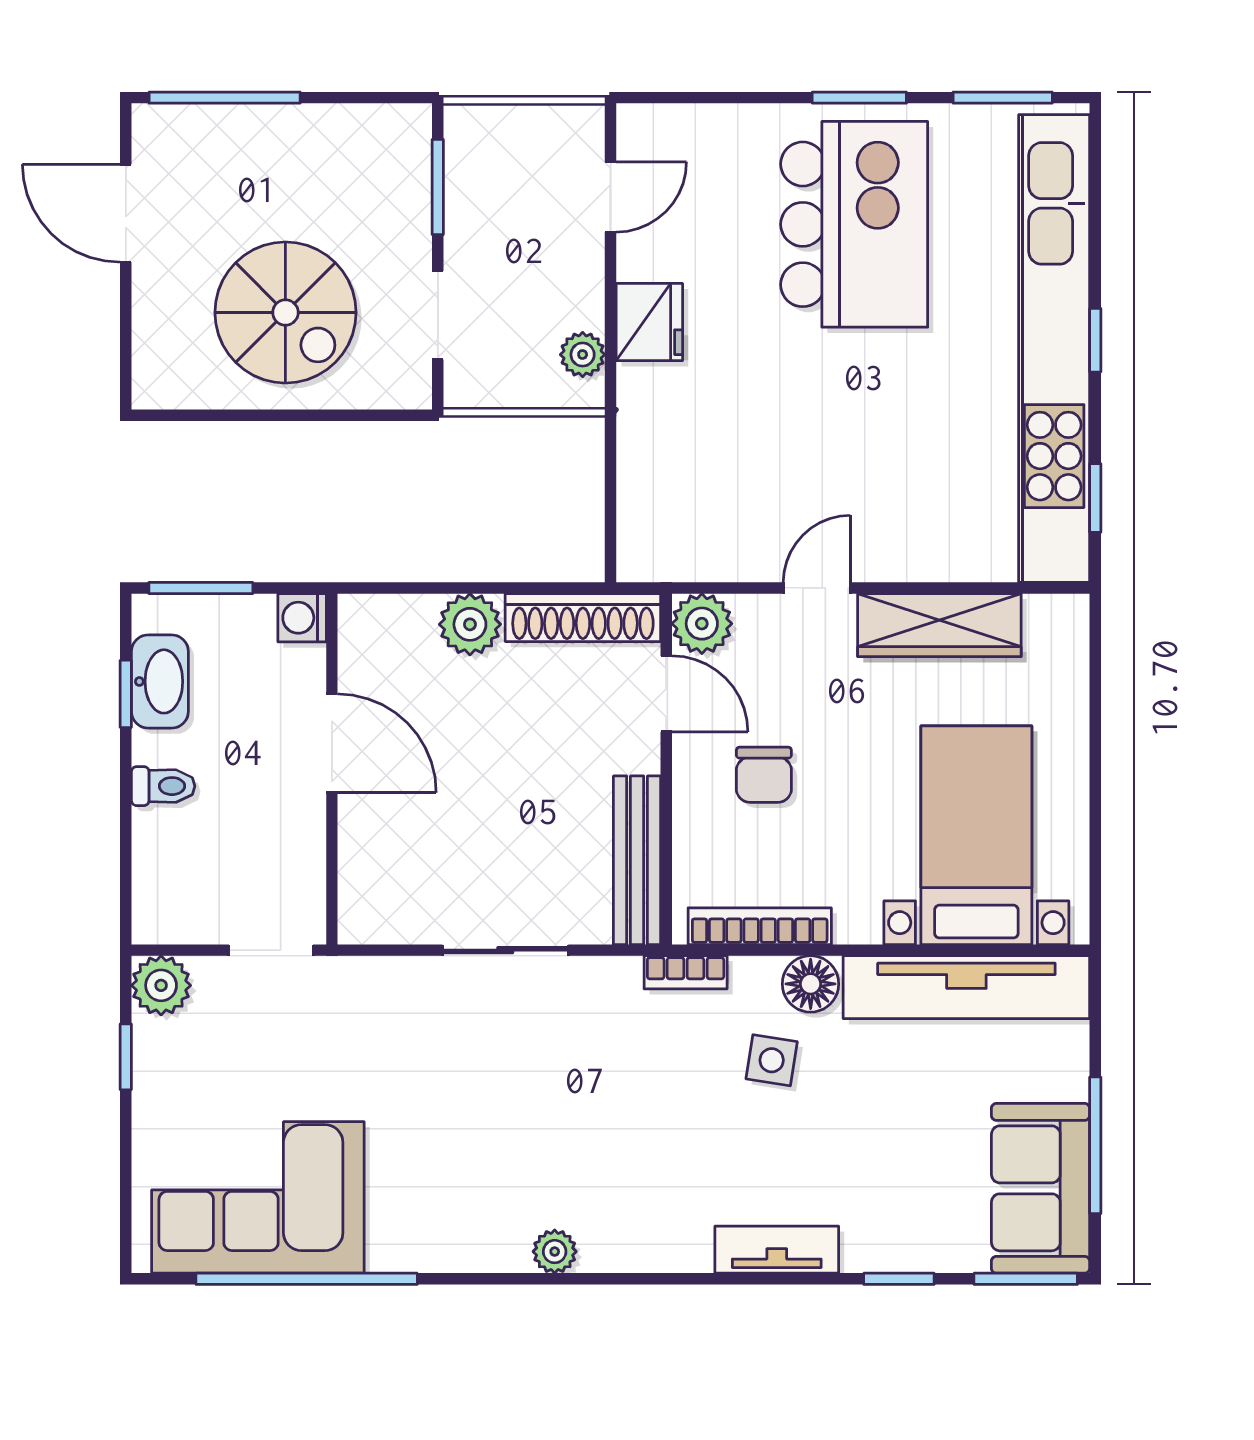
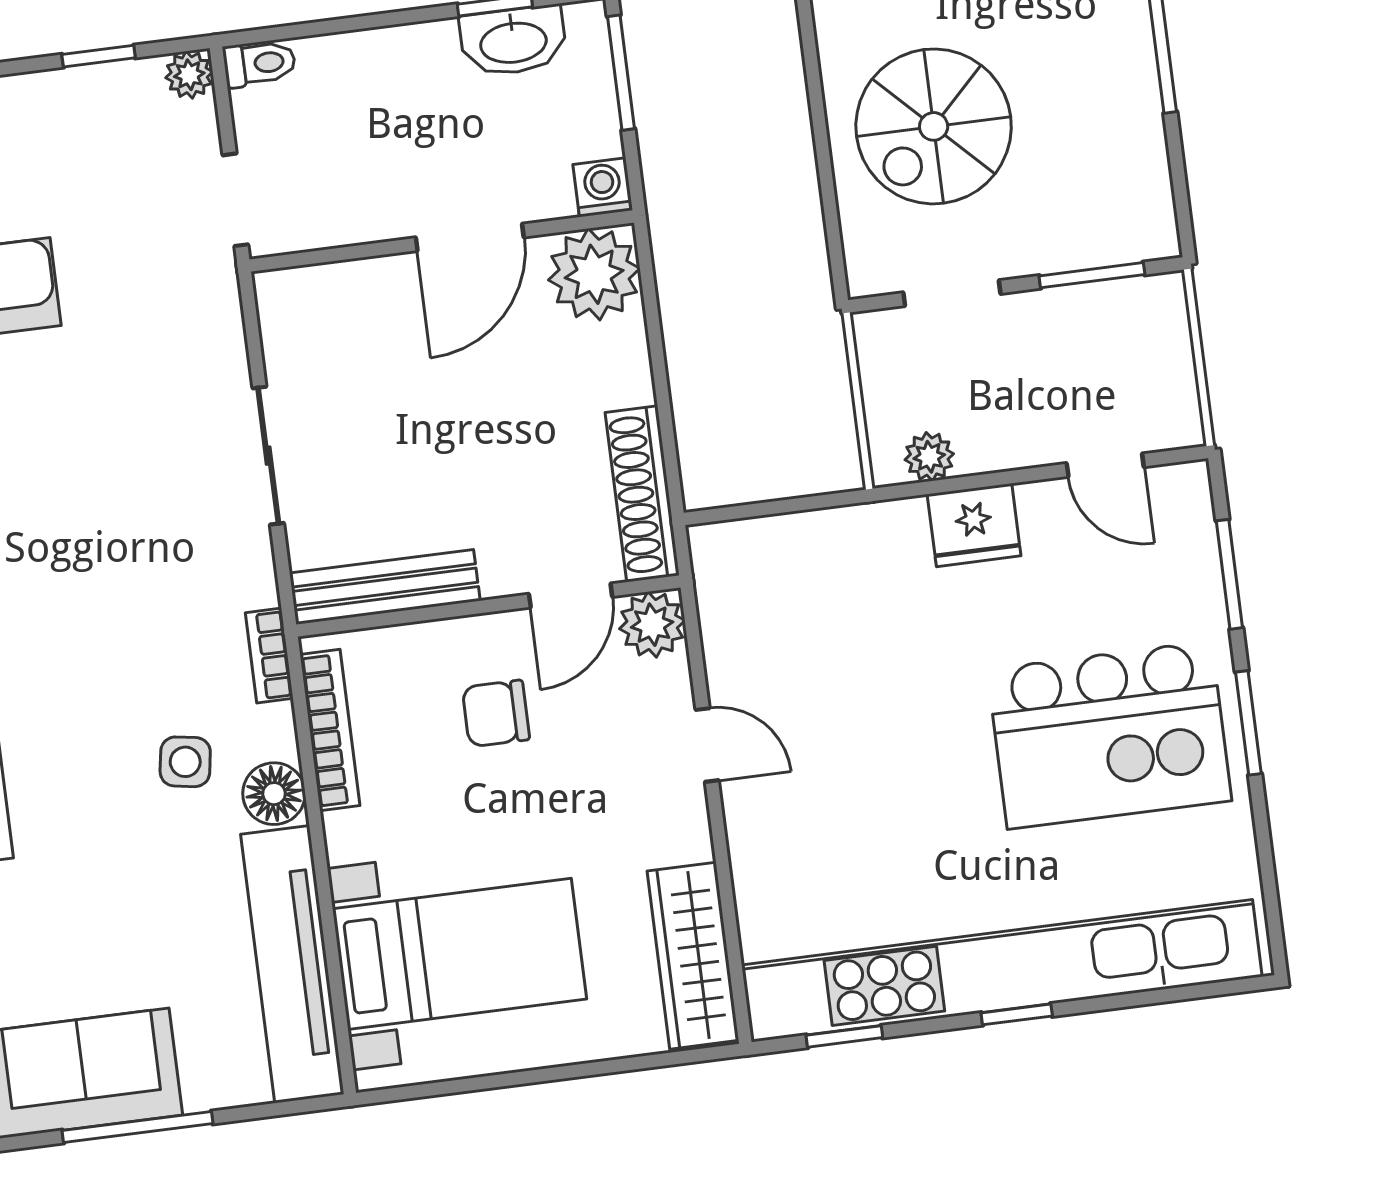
window: (1003, 98) -> (1229, 574), moved
plant: (470, 624) -> (594, 274), moved, width x1.36, depth x1.36
wardrobe: (939, 625) -> (693, 956), moved
toilet: (163, 786) -> (259, 63), moved, turned -90
plant: (161, 985) -> (189, 75), width x0.73, depth x0.73

